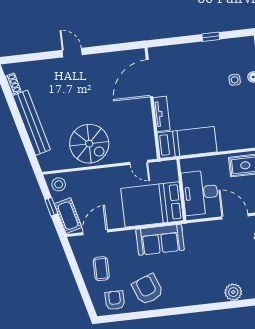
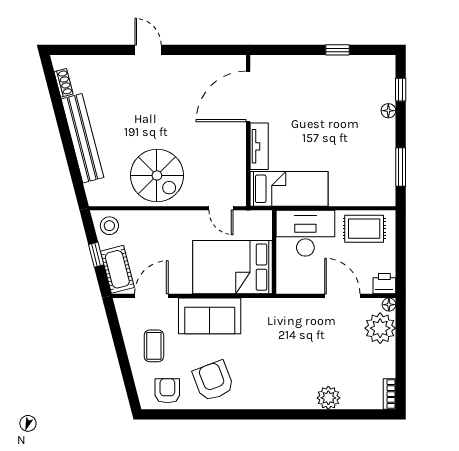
side table: (235, 80) -> (363, 112), removed
desk: (200, 193) -> (305, 233), moved, turned 90
sofa: (160, 240) -> (210, 316), moved

